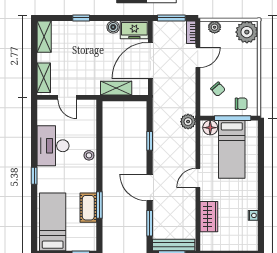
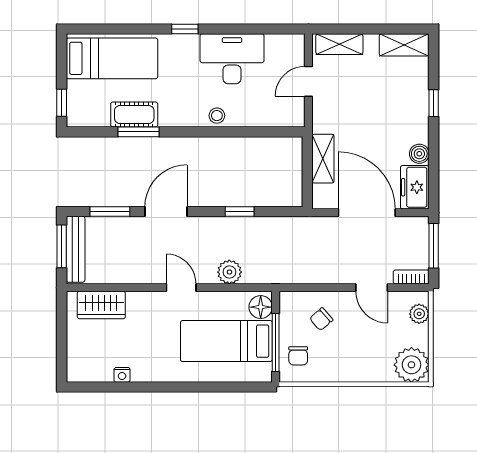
plant: (188, 122) -> (229, 272), moved
wardrobe: (209, 217) -> (101, 305), moved

